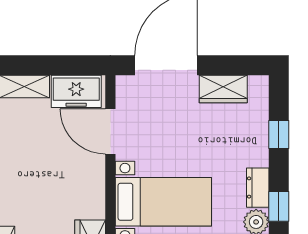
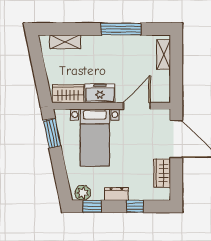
freezer: (76, 91) -> (100, 93), moved, turned 90
dresser: (258, 188) -> (116, 194), moved

